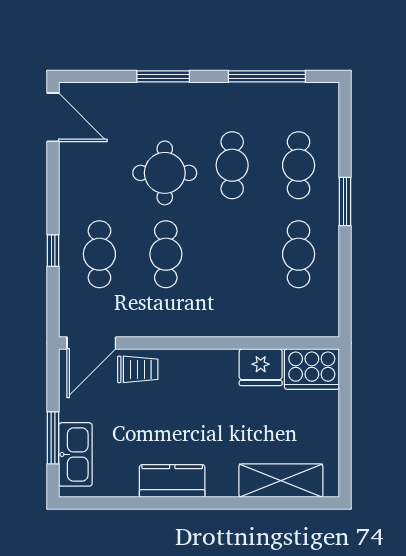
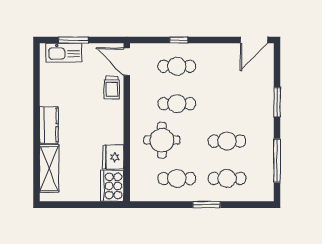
round table: (165, 173) -> (162, 140), moved
kitchen counter: (172, 481) -> (49, 125), moved

